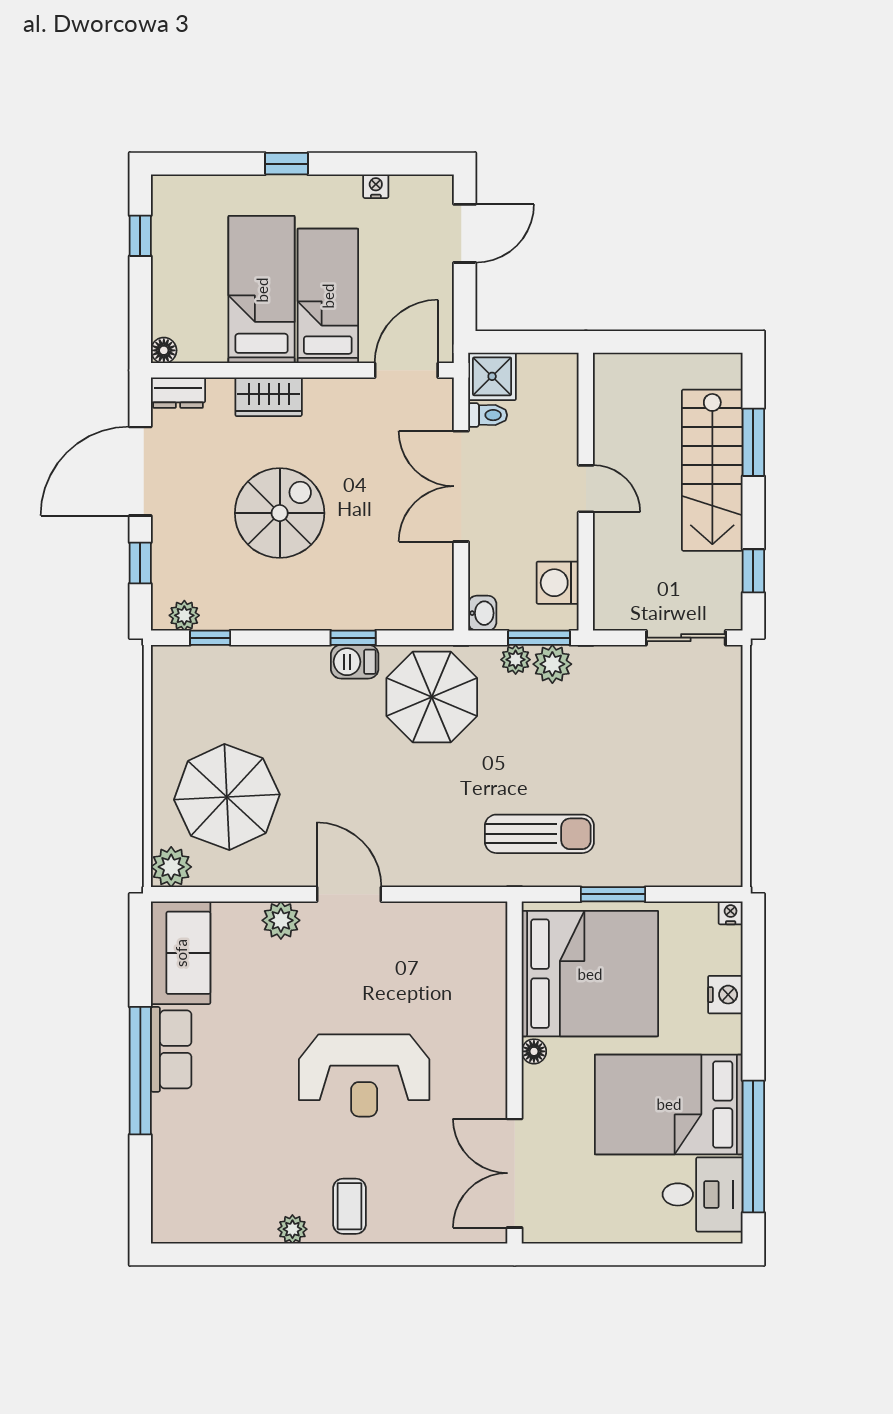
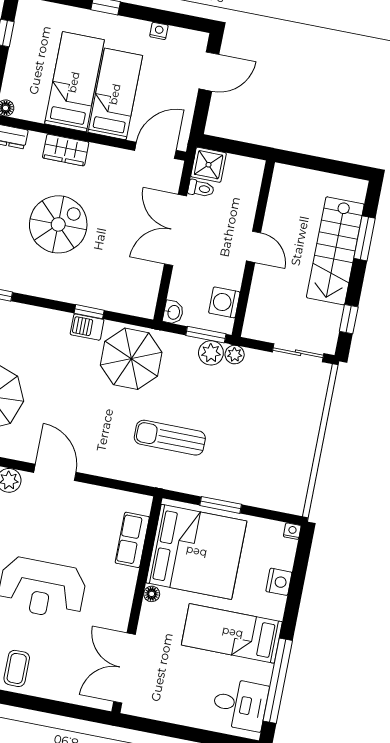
plant: (516, 660) -> (235, 355), moved
sun lounger: (539, 834) -> (170, 438), moved, turned 180
row of seats: (488, 974) -> (132, 540), added
bed: (669, 1104) -> (232, 633), width x0.67

